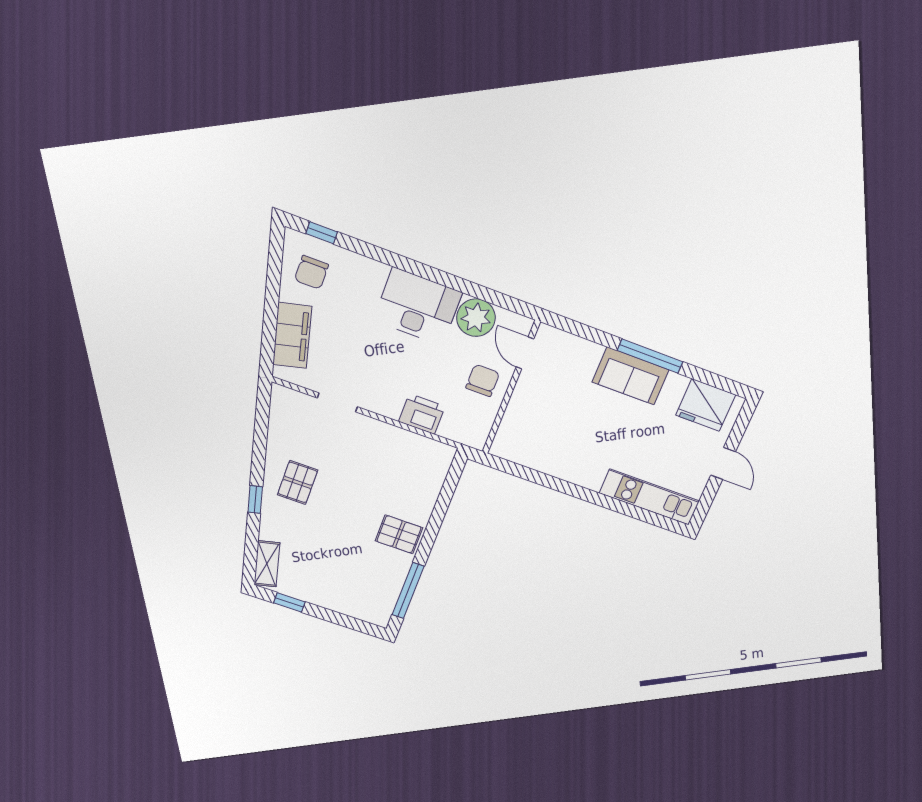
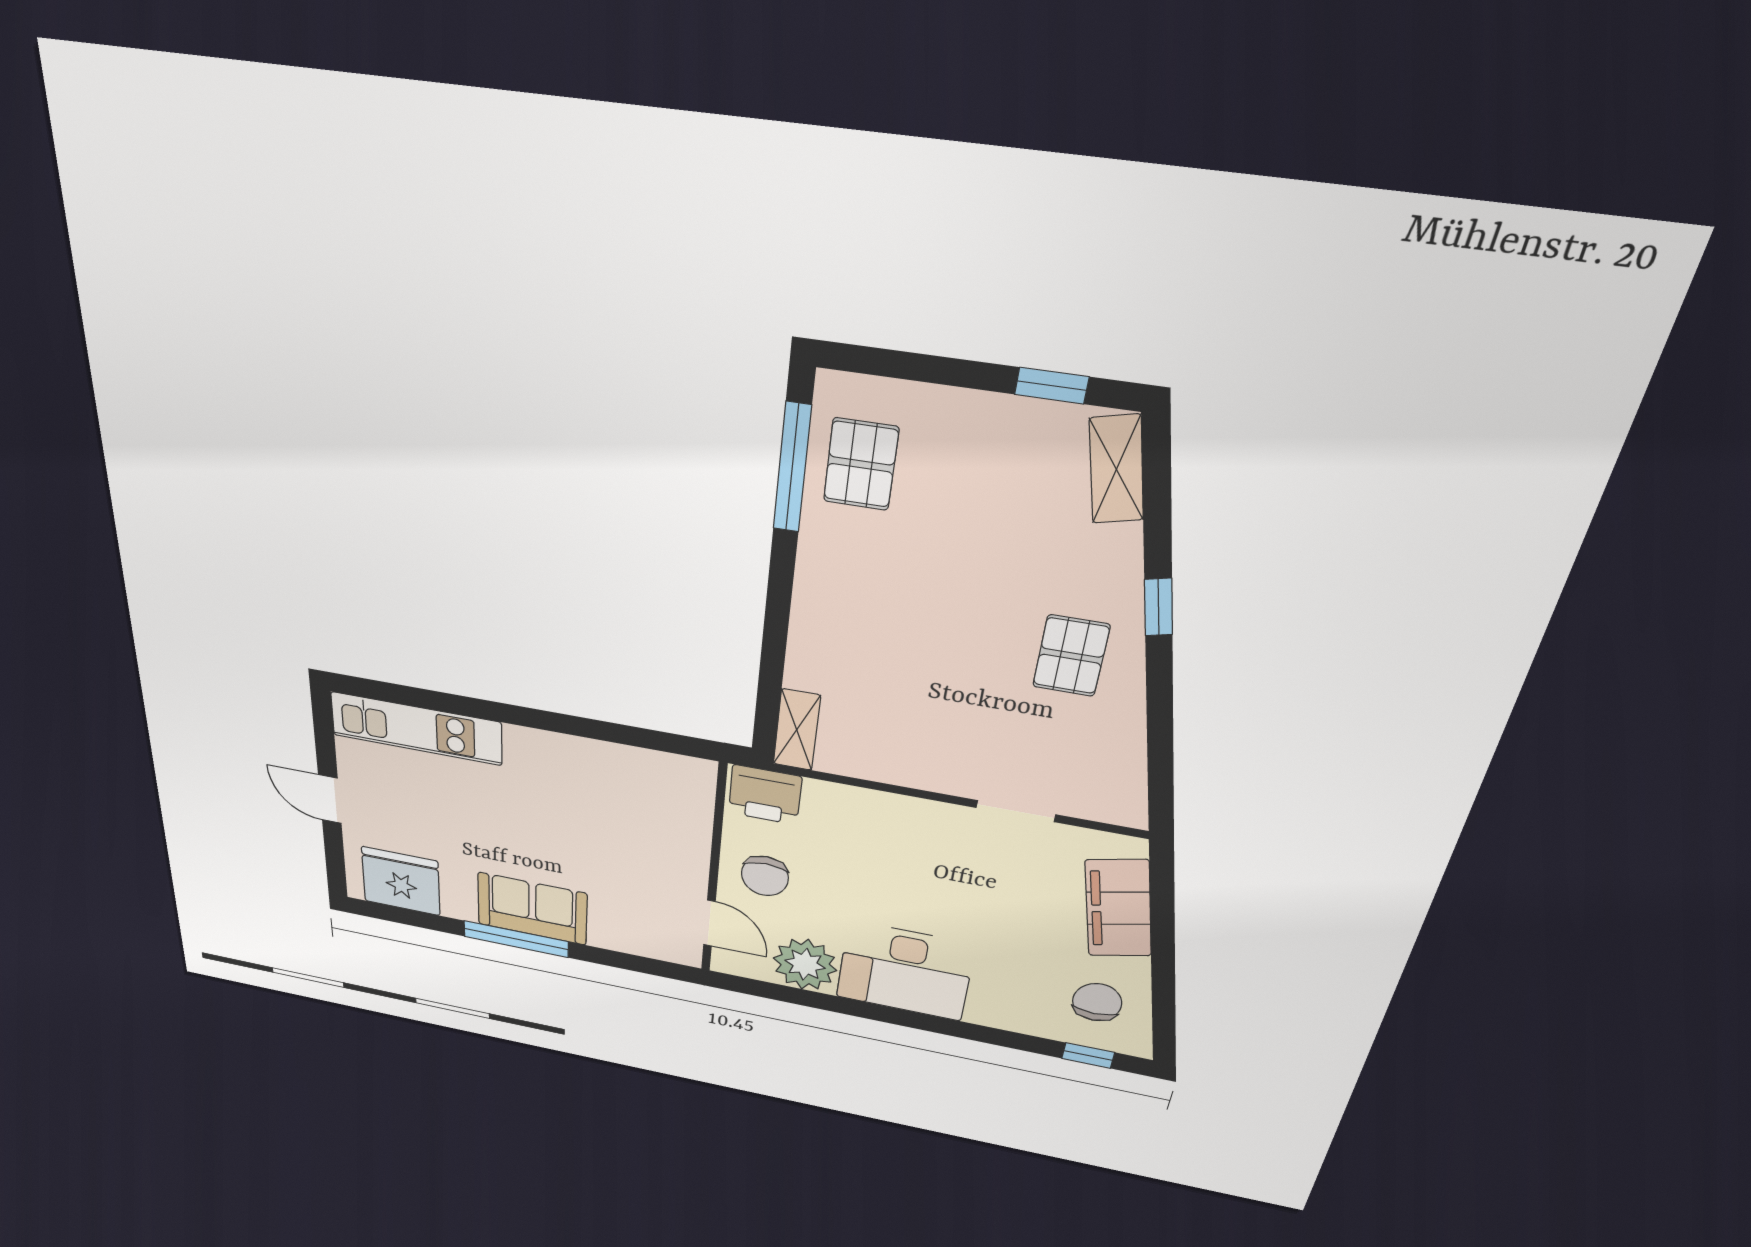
printer: (422, 414) -> (765, 795), moved
shelving: (441, 465) -> (797, 730), added
pallet: (399, 534) -> (861, 464), moved, turned 90

